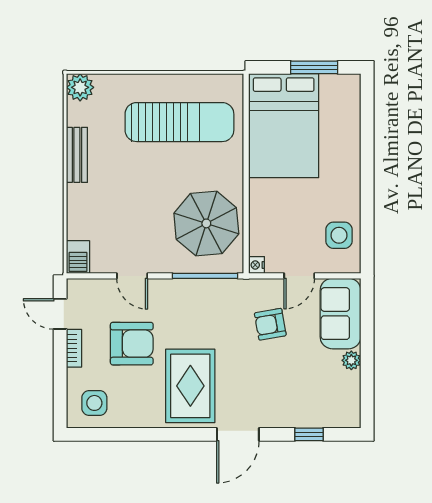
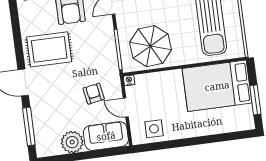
plant: (351, 360) -> (72, 142), width x1.88, depth x1.88
window: (309, 434) -> (29, 126), width x2.17

